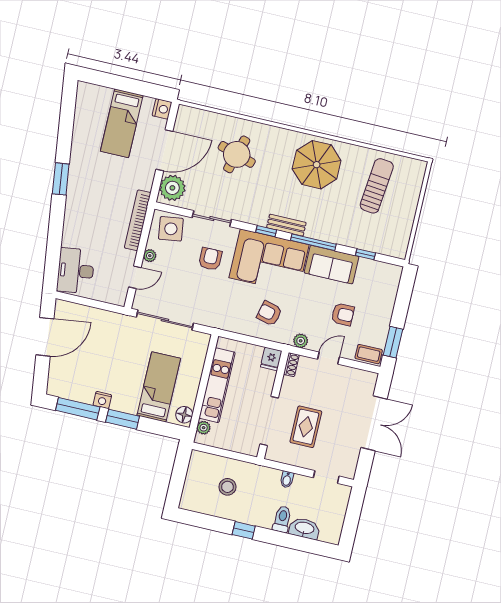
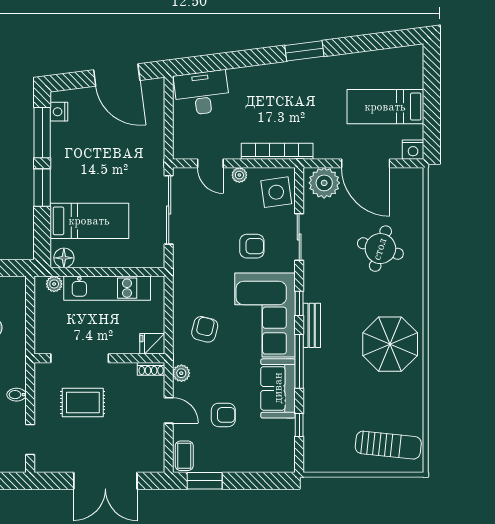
sun lounger: (377, 186) -> (388, 445), moved
armchair: (343, 314) -> (223, 415), turned -90
nightstand: (102, 400) -> (59, 112), moved

